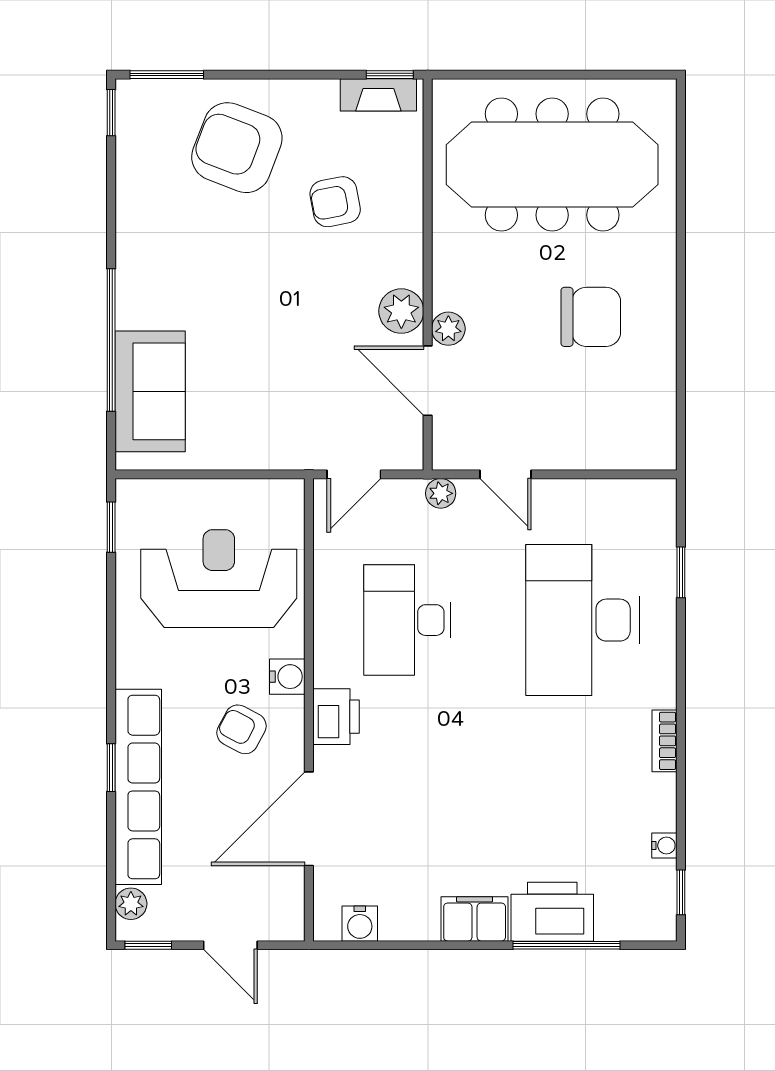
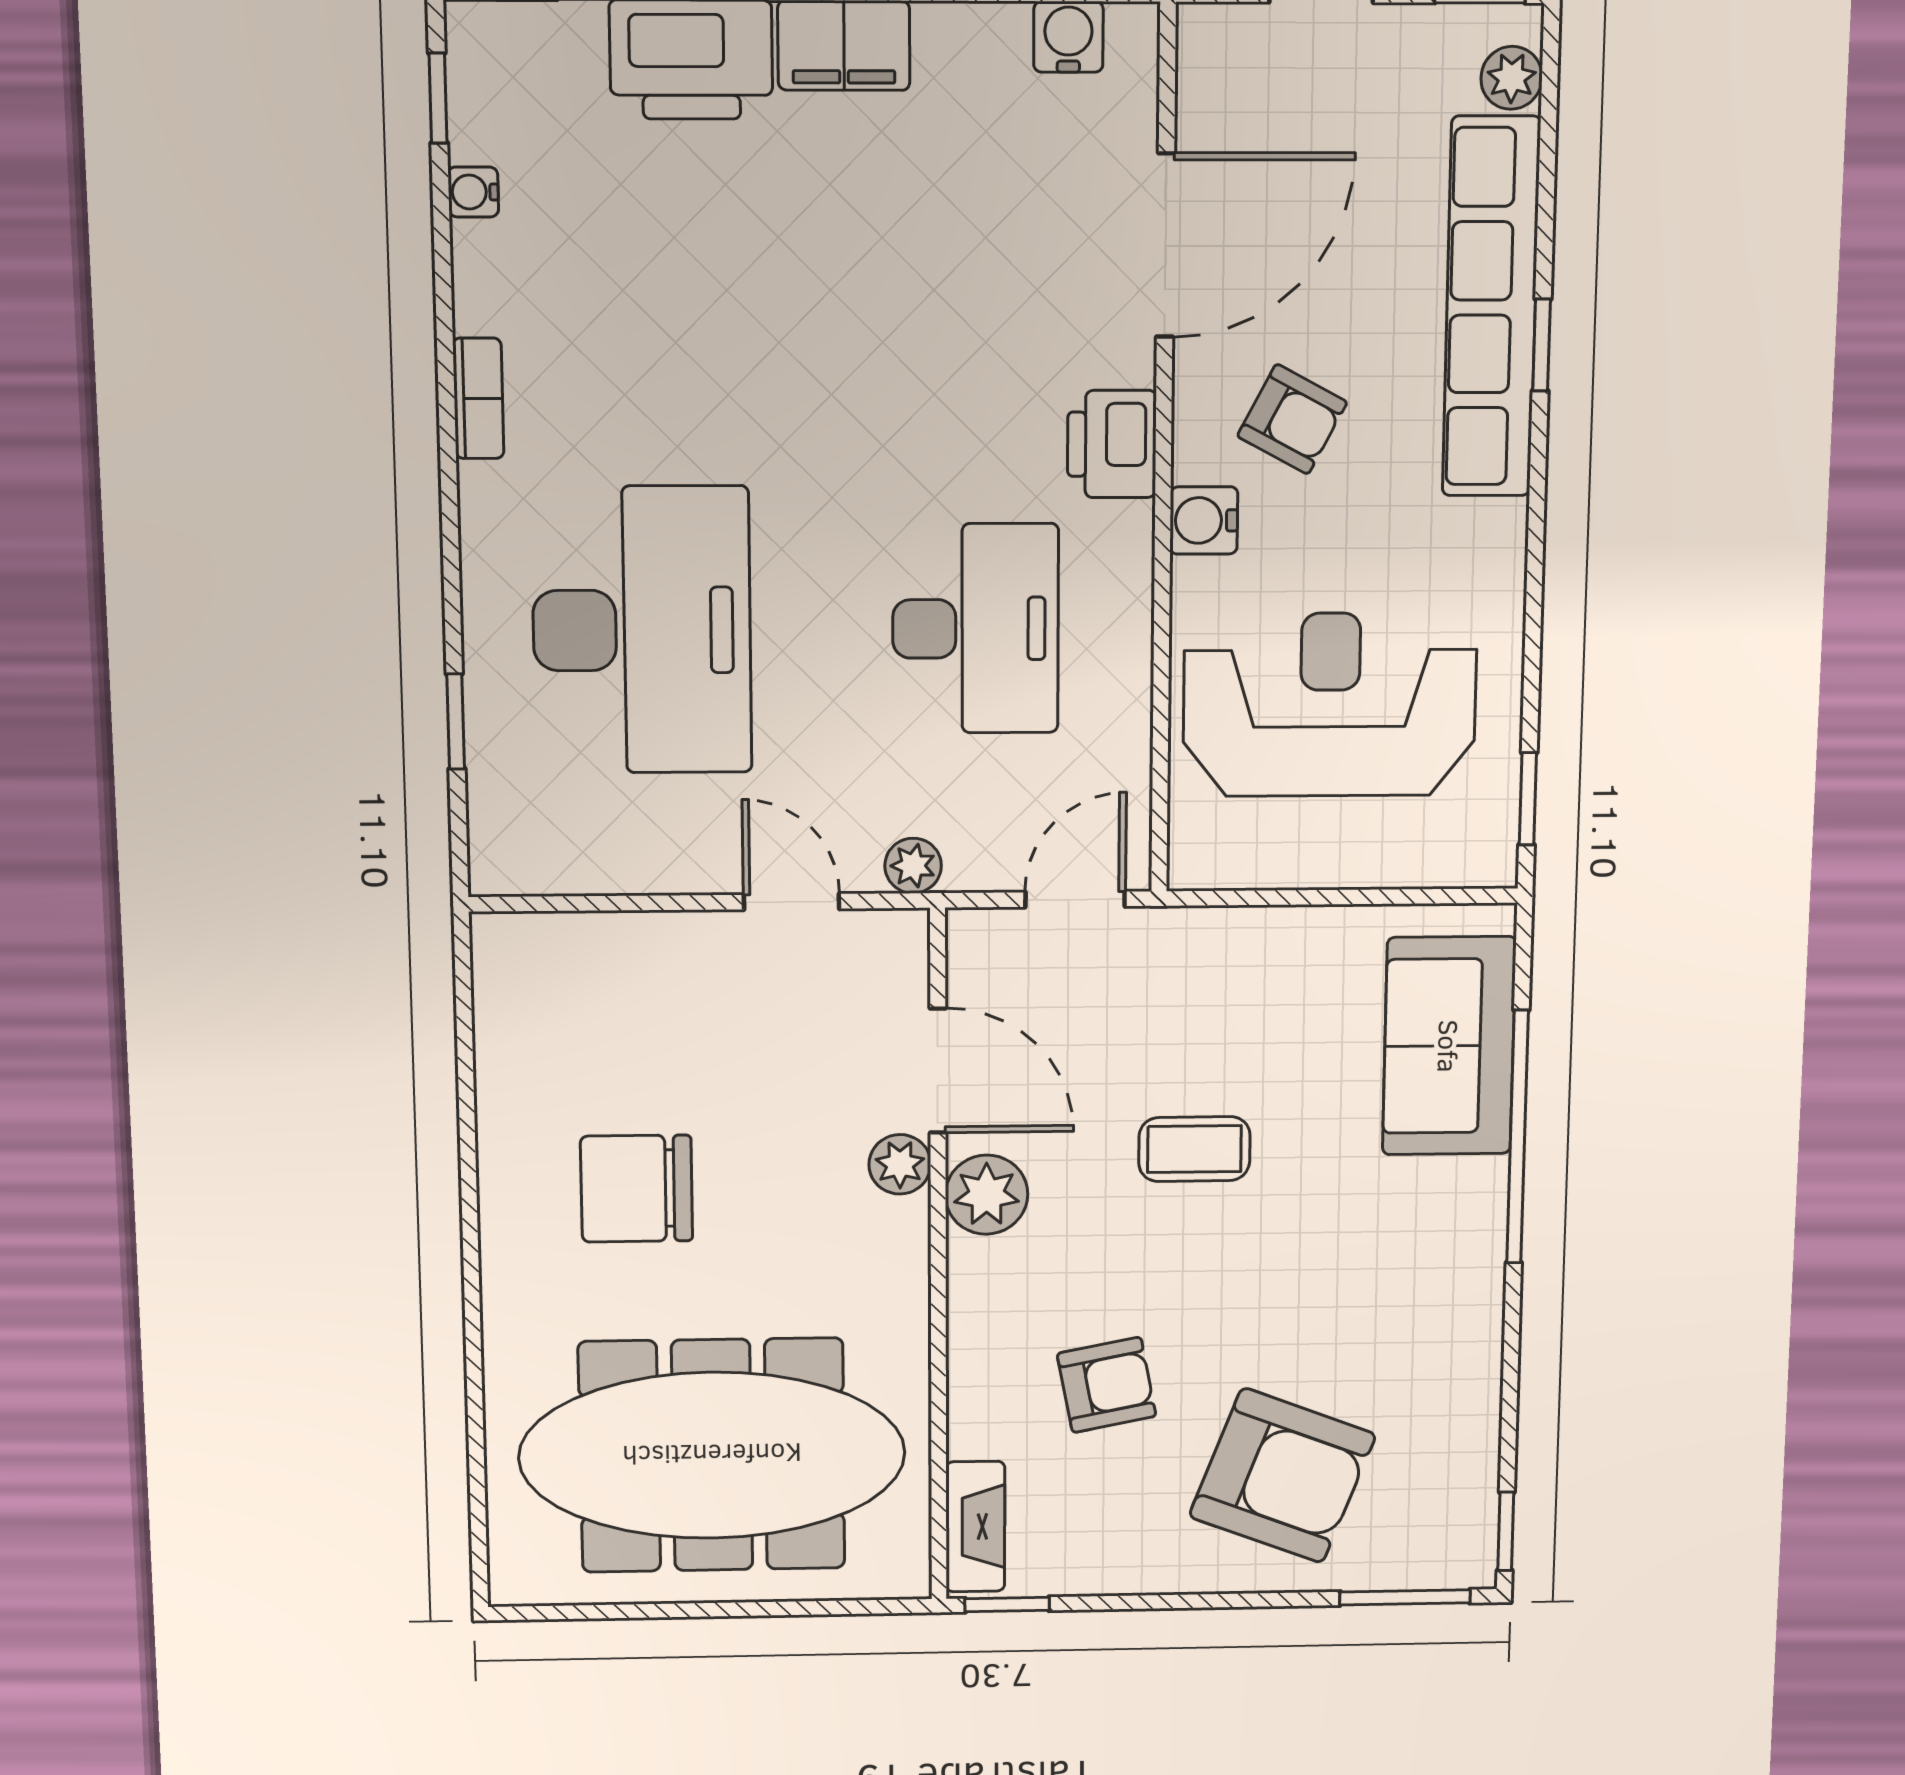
fireplace: (378, 95) -> (975, 1527), moved, turned 90
coffee table: (288, 335) -> (1194, 1149), added
reception desk: (219, 579) -> (1330, 705), turned 180

